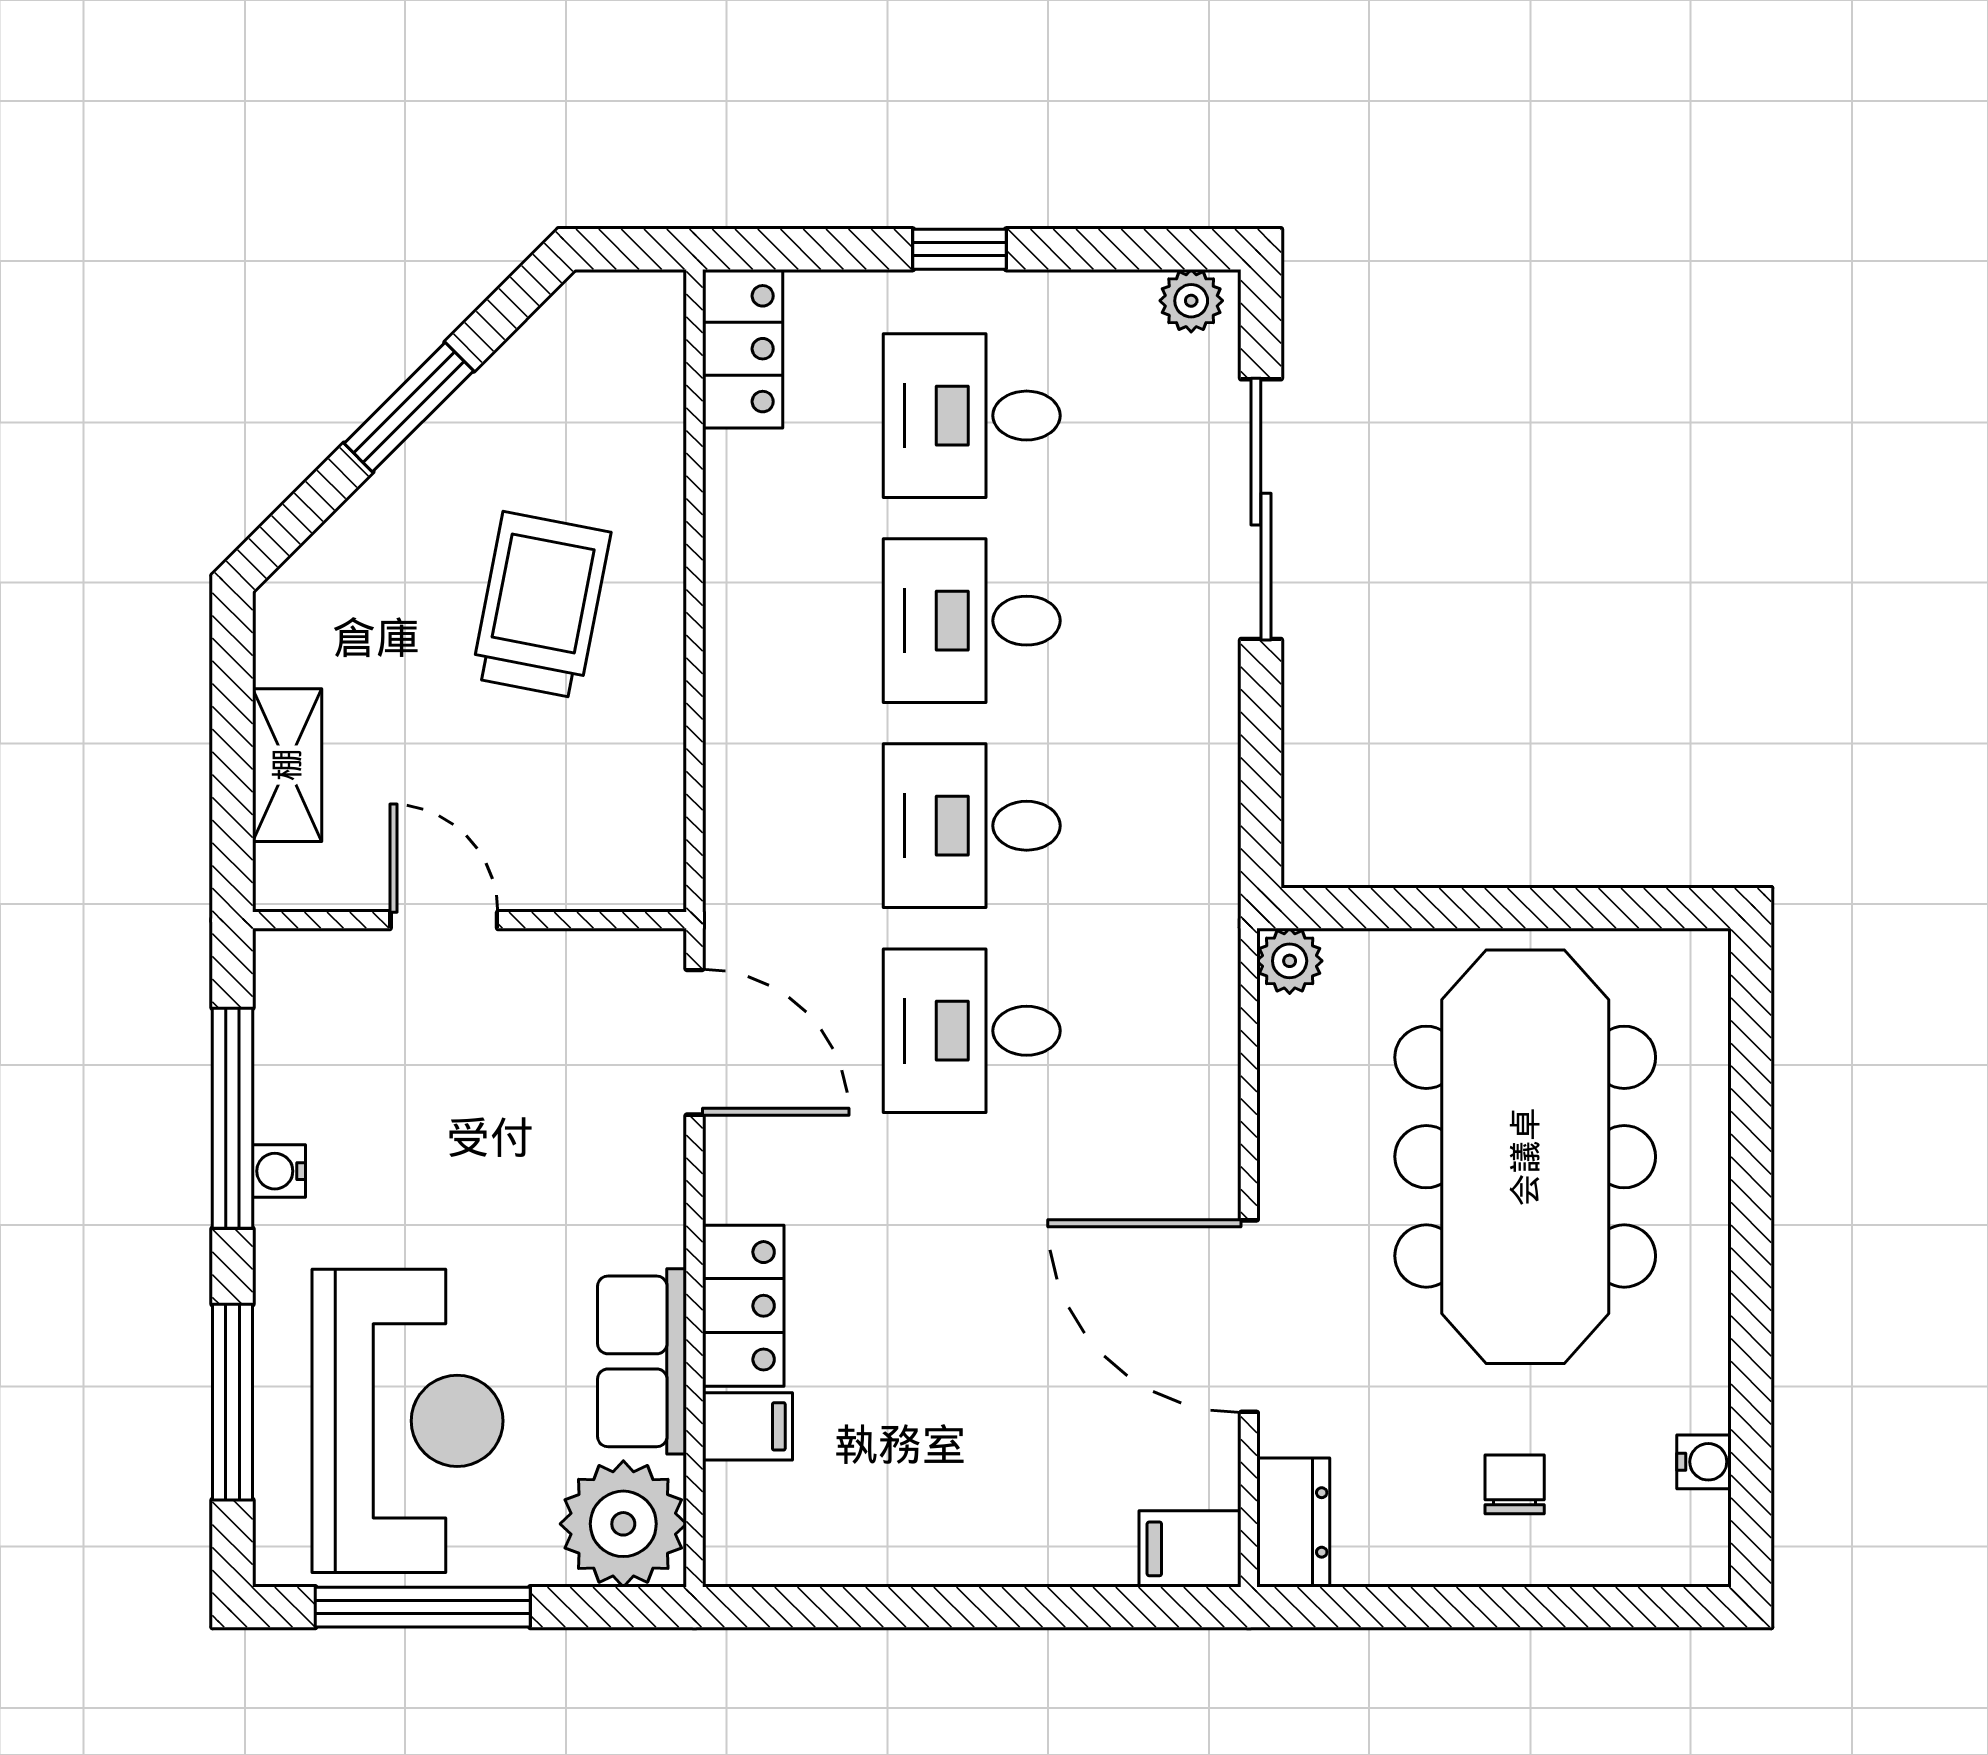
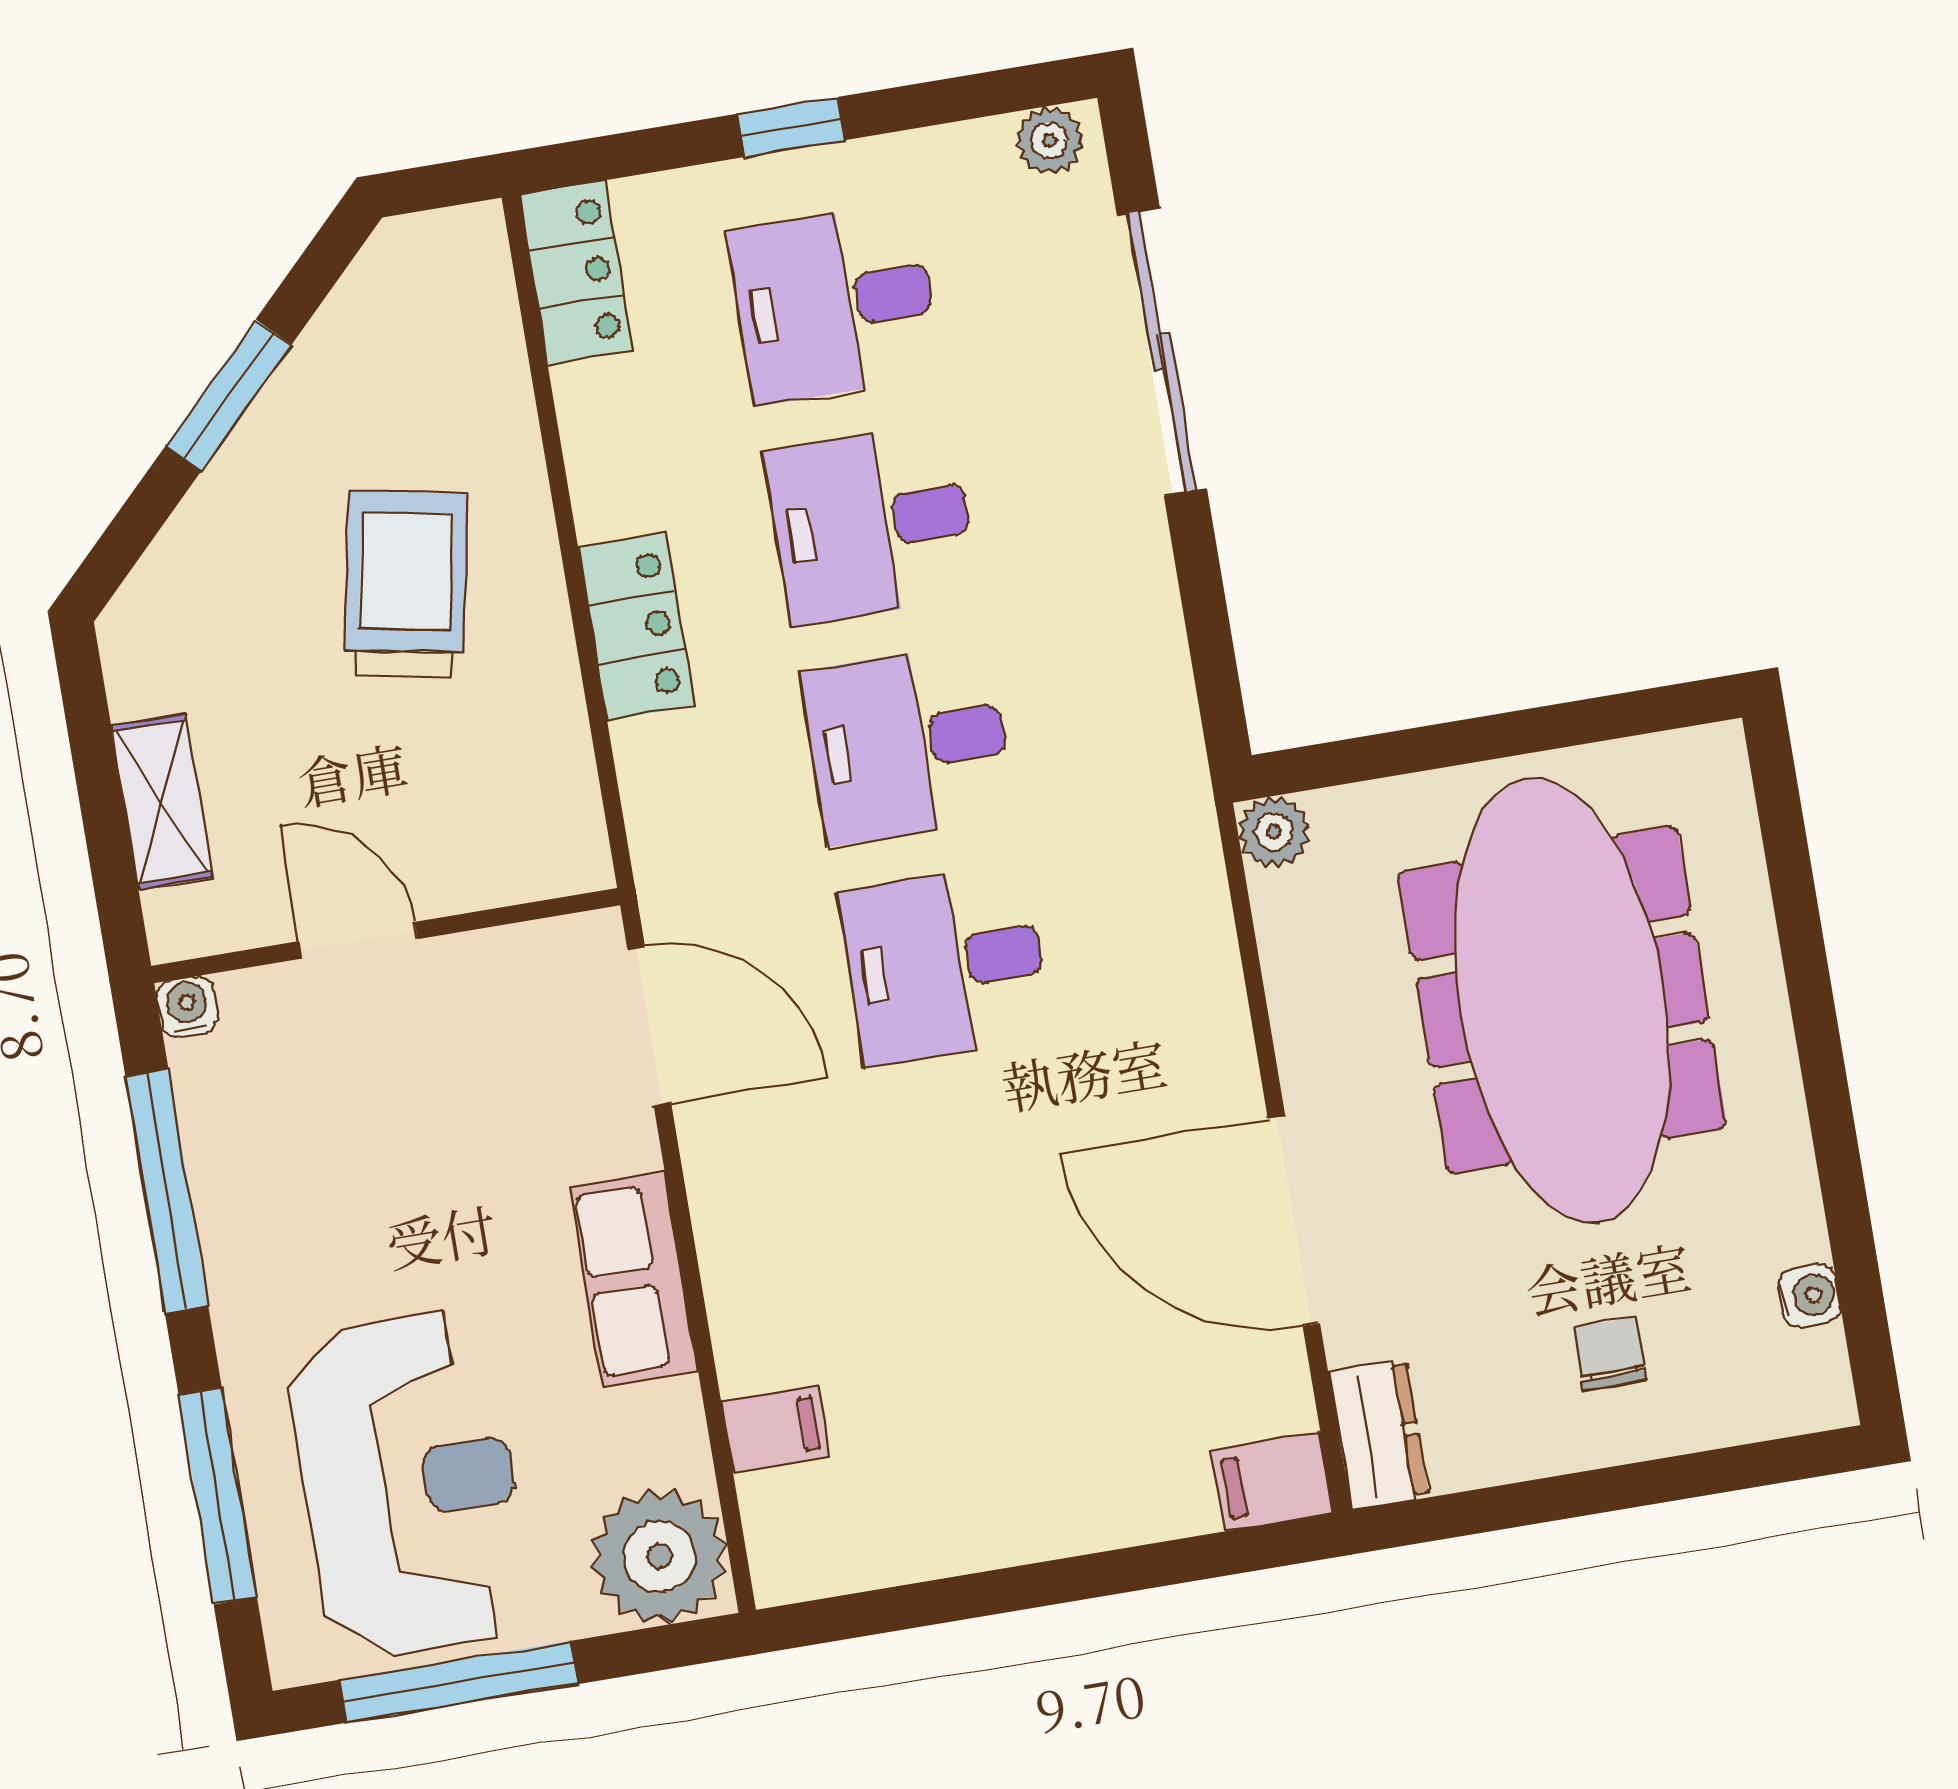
water cooler: (279, 1171) -> (187, 1007), moved, turned 90
locker: (743, 1306) -> (636, 627), moved
row of seats: (642, 1361) -> (634, 1279), moved

